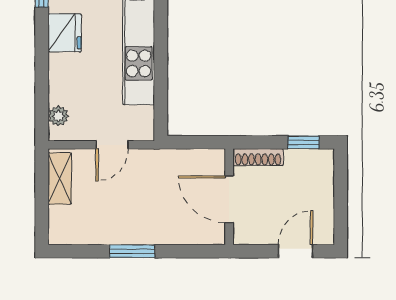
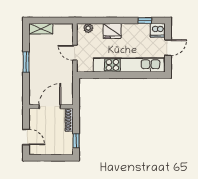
fridge: (65, 33) -> (112, 31), moved
shelving: (60, 179) -> (41, 29), moved

